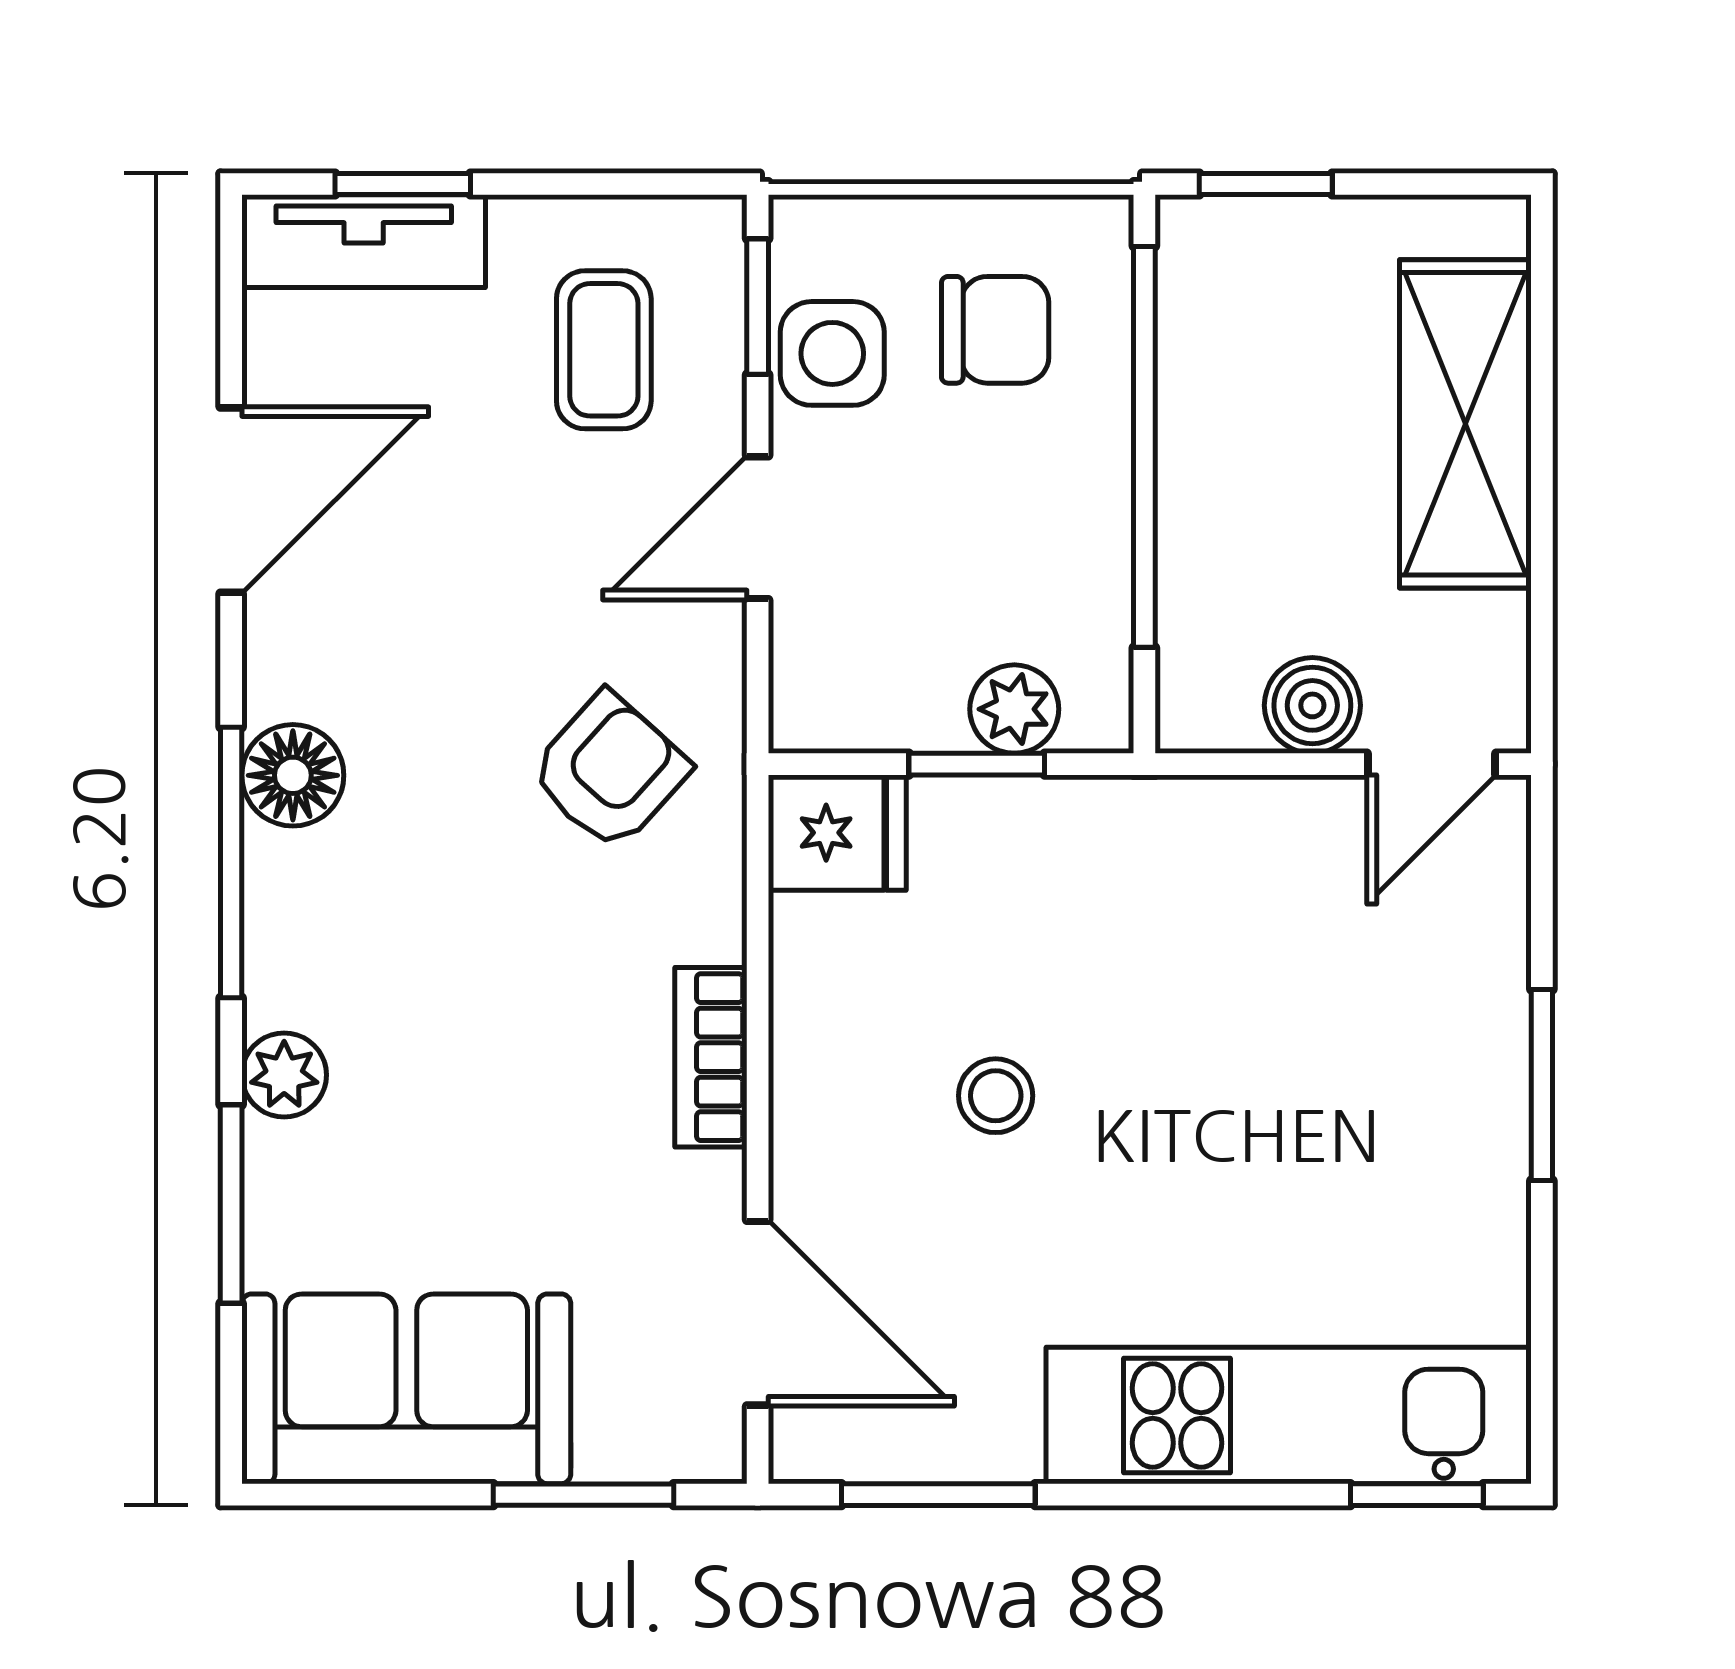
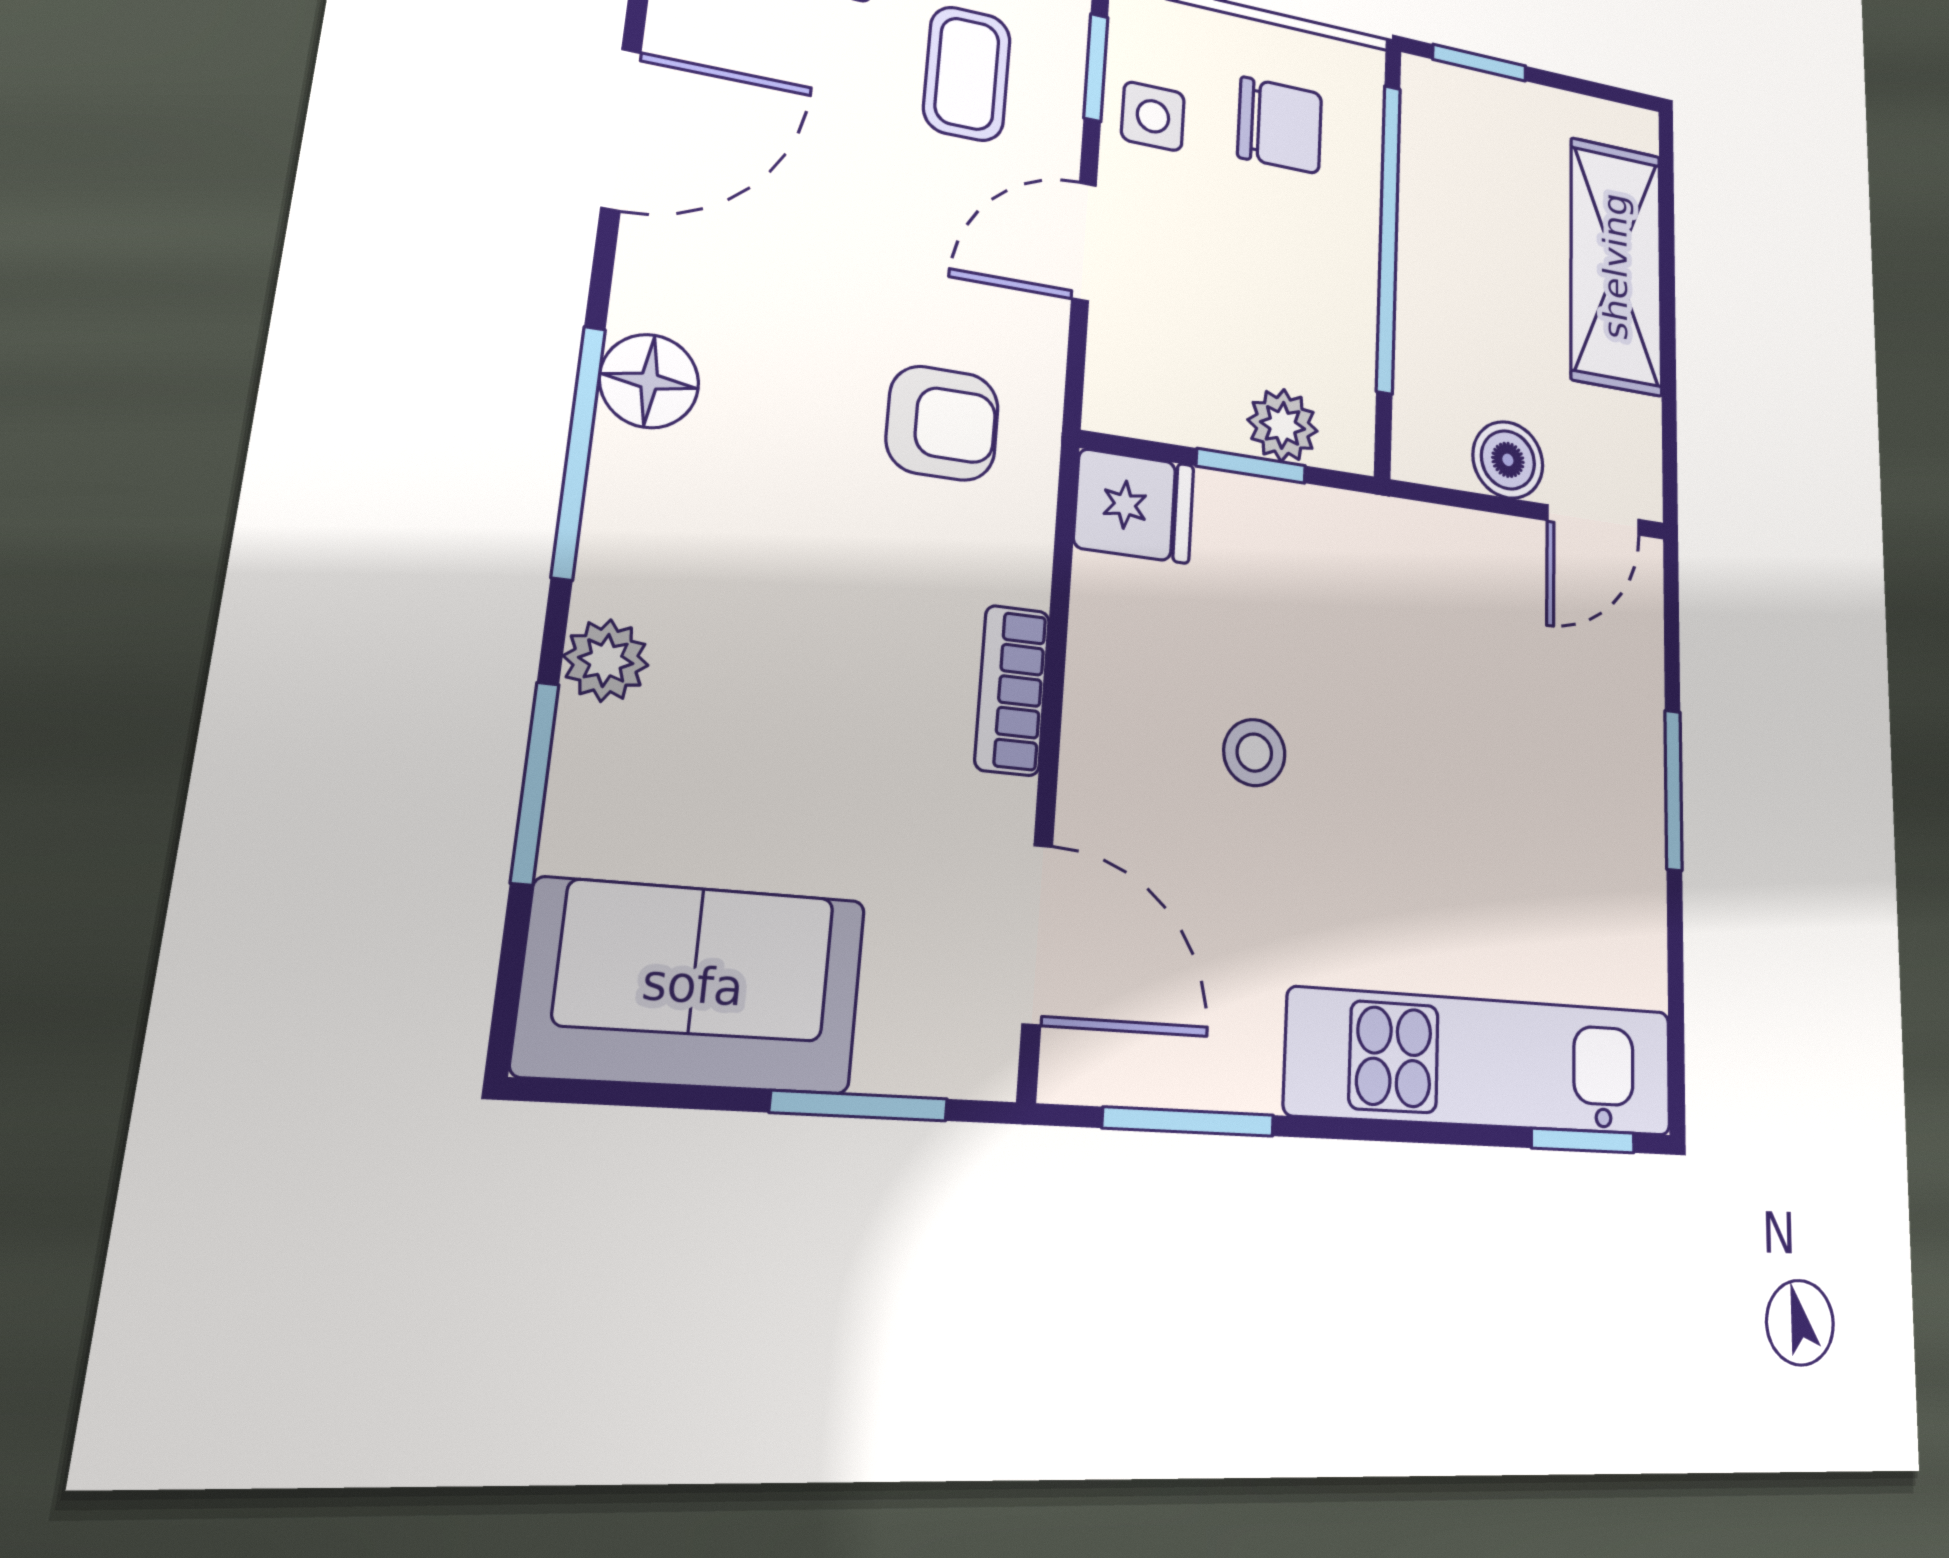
side table: (832, 353) -> (1153, 116), width x0.73, depth x0.73
armchair: (610, 771) -> (942, 423), turned 48

